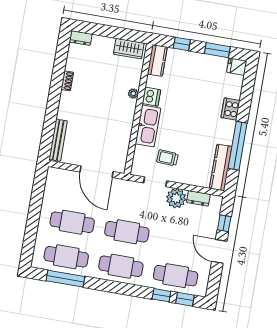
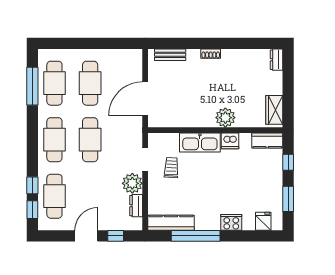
fridge: (237, 67) -> (263, 221), moved
shoe rack: (67, 81) -> (211, 54), moved
plant: (133, 94) -> (225, 118), width x1.88, depth x1.88
bench: (58, 140) -> (170, 55), width x0.73

